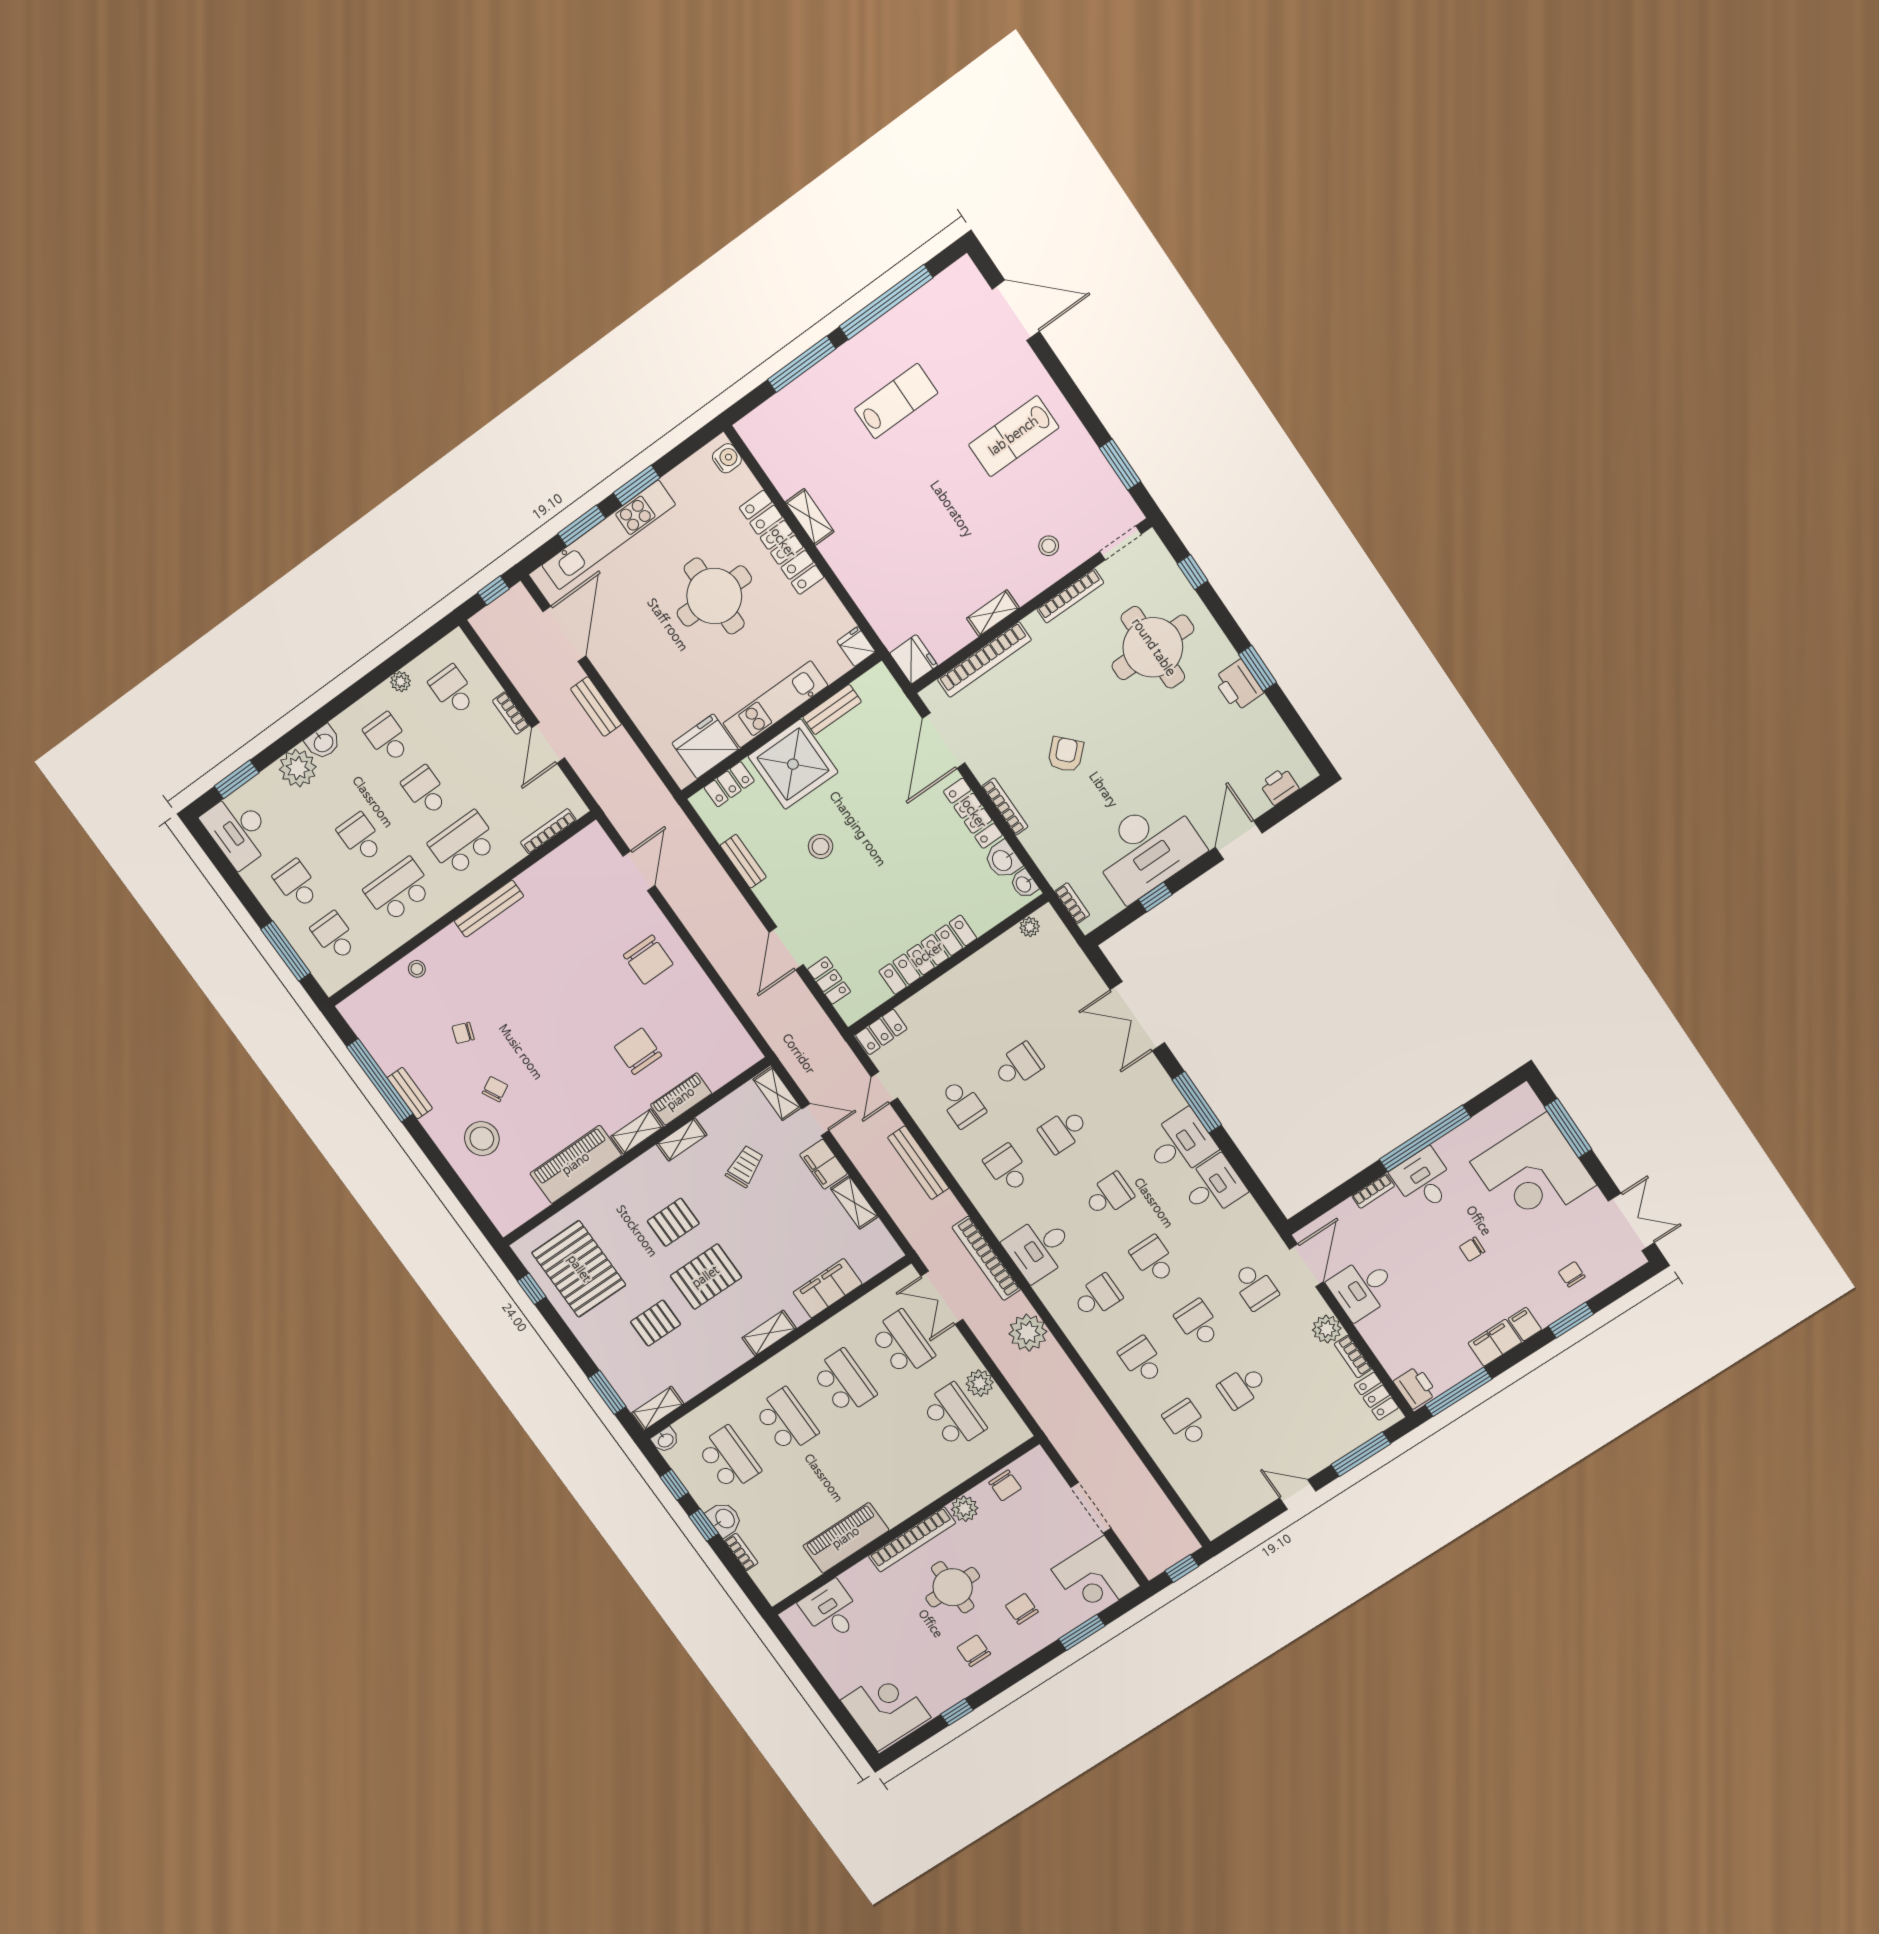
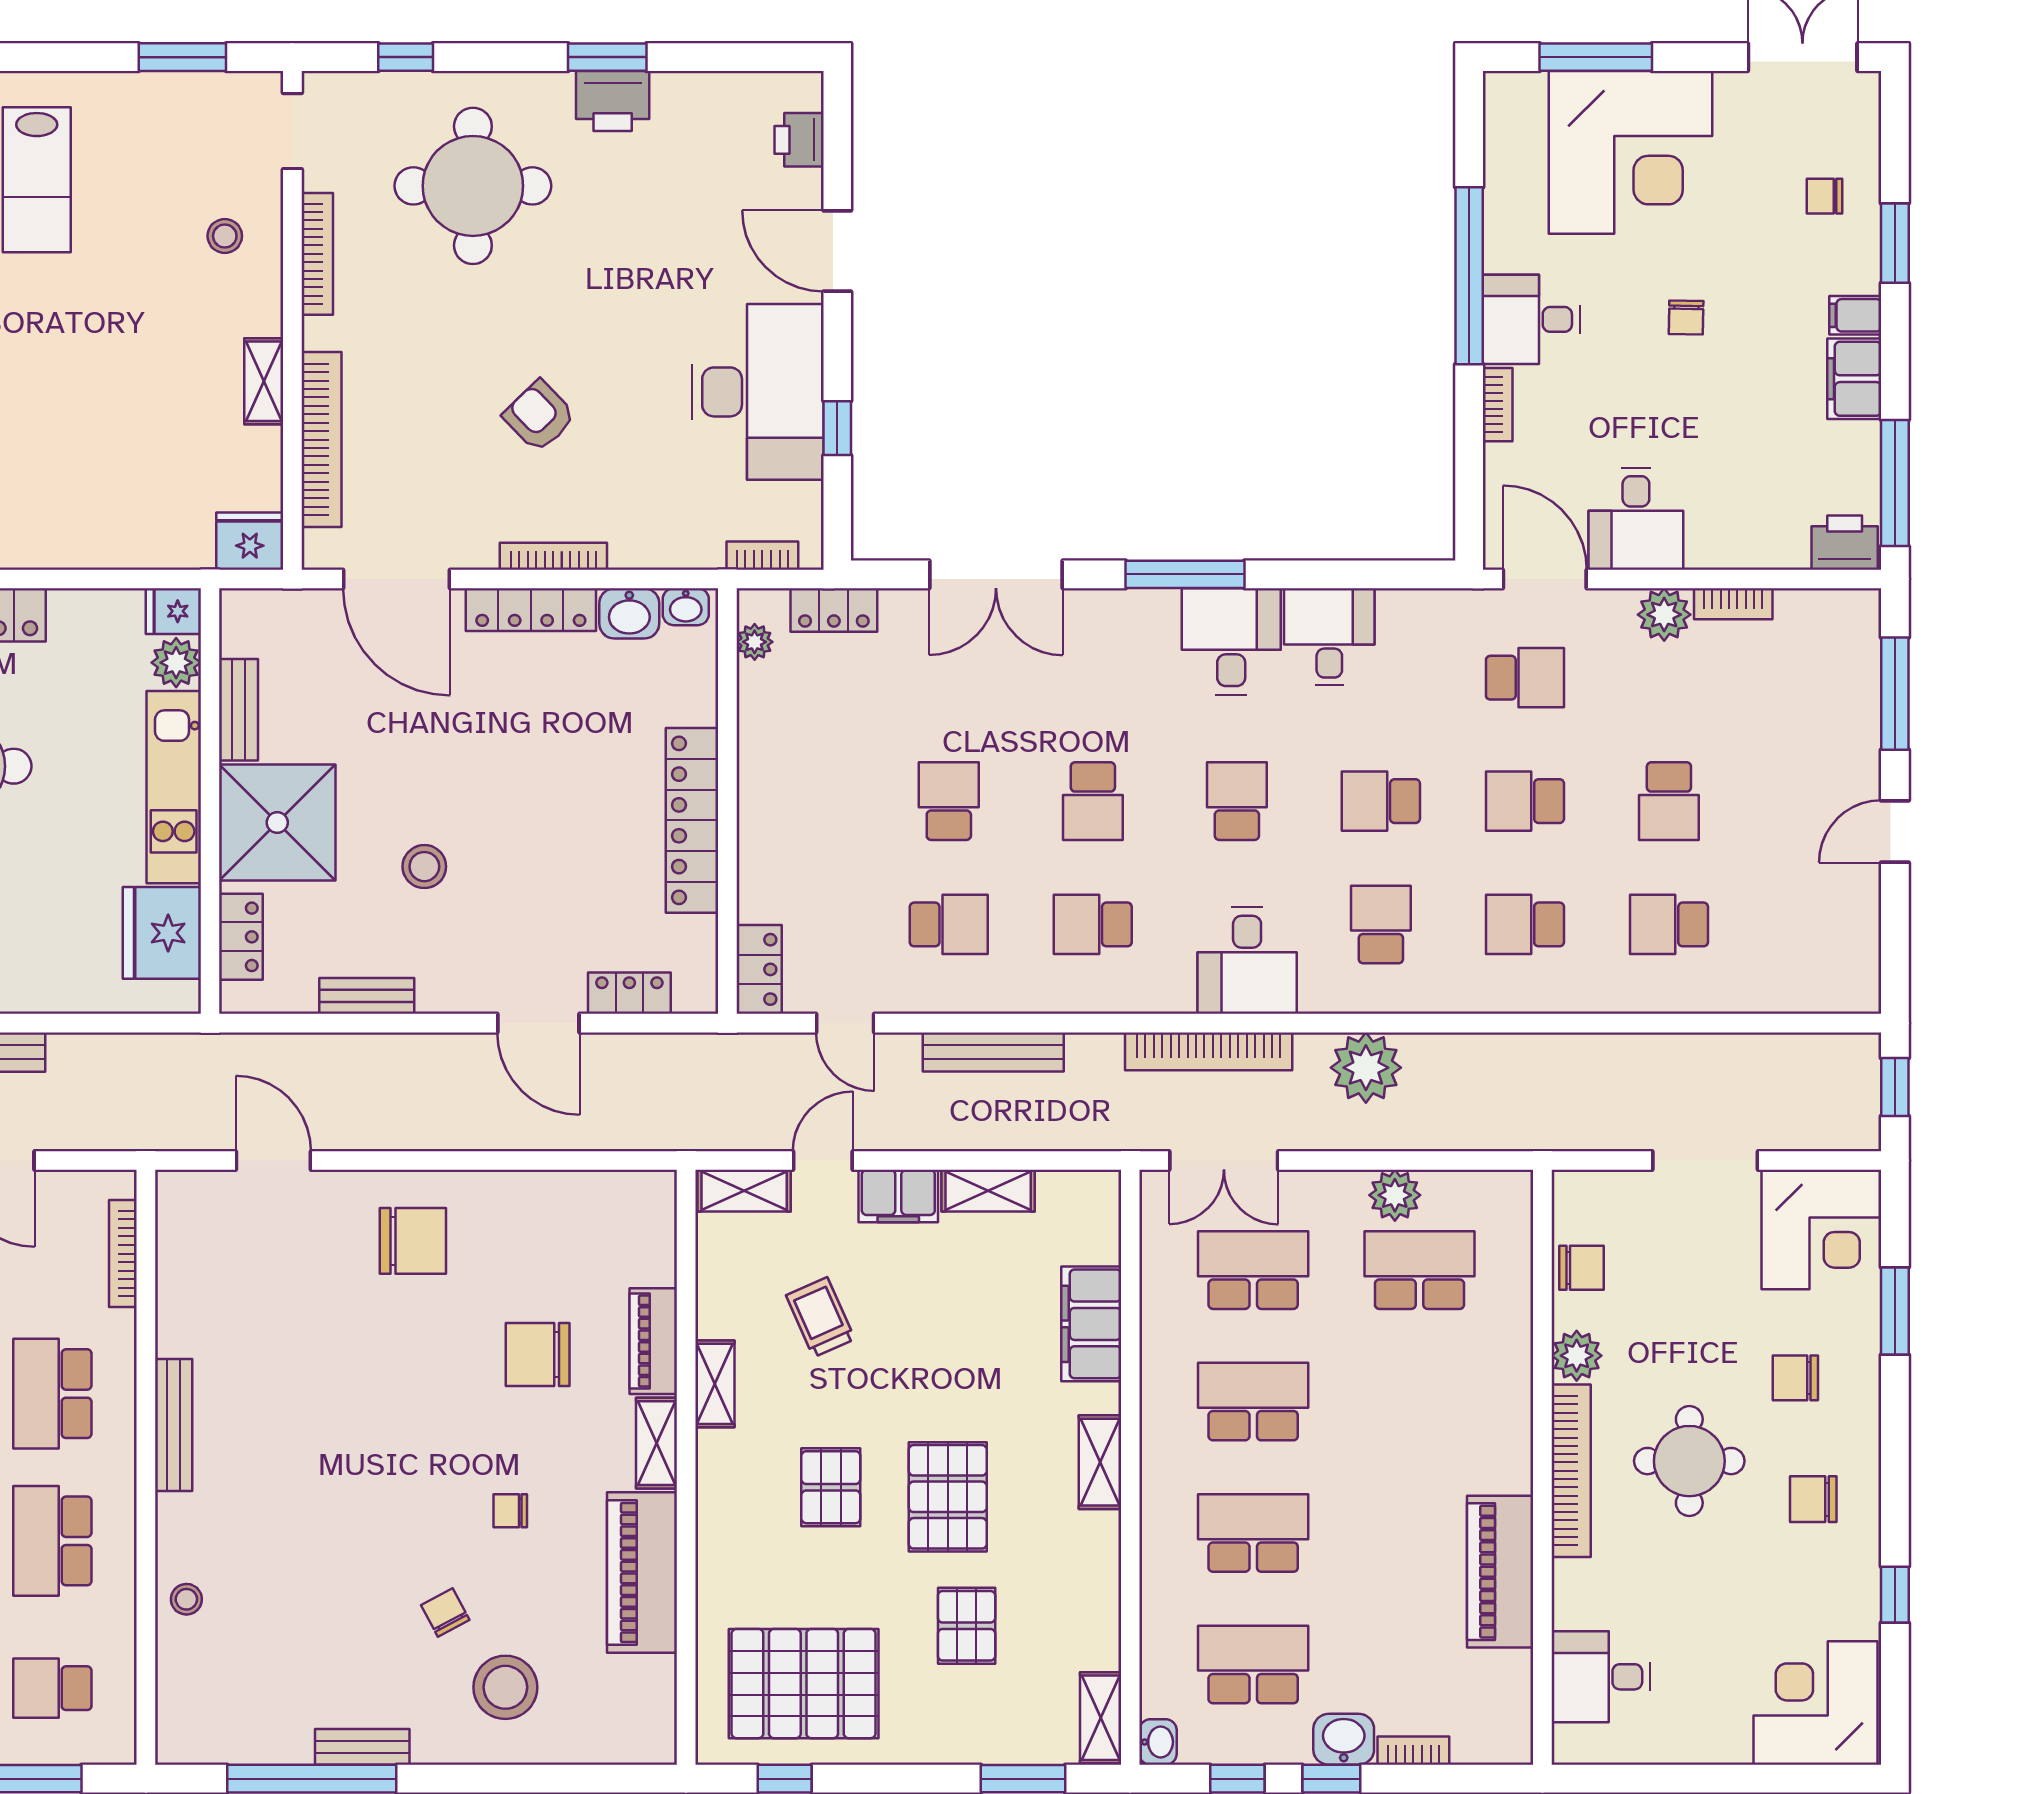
plant: (833, 665) -> (176, 663), added
chair: (463, 1033) -> (510, 1511), moved, turned 69
locker: (1376, 1396) -> (834, 610), moved

